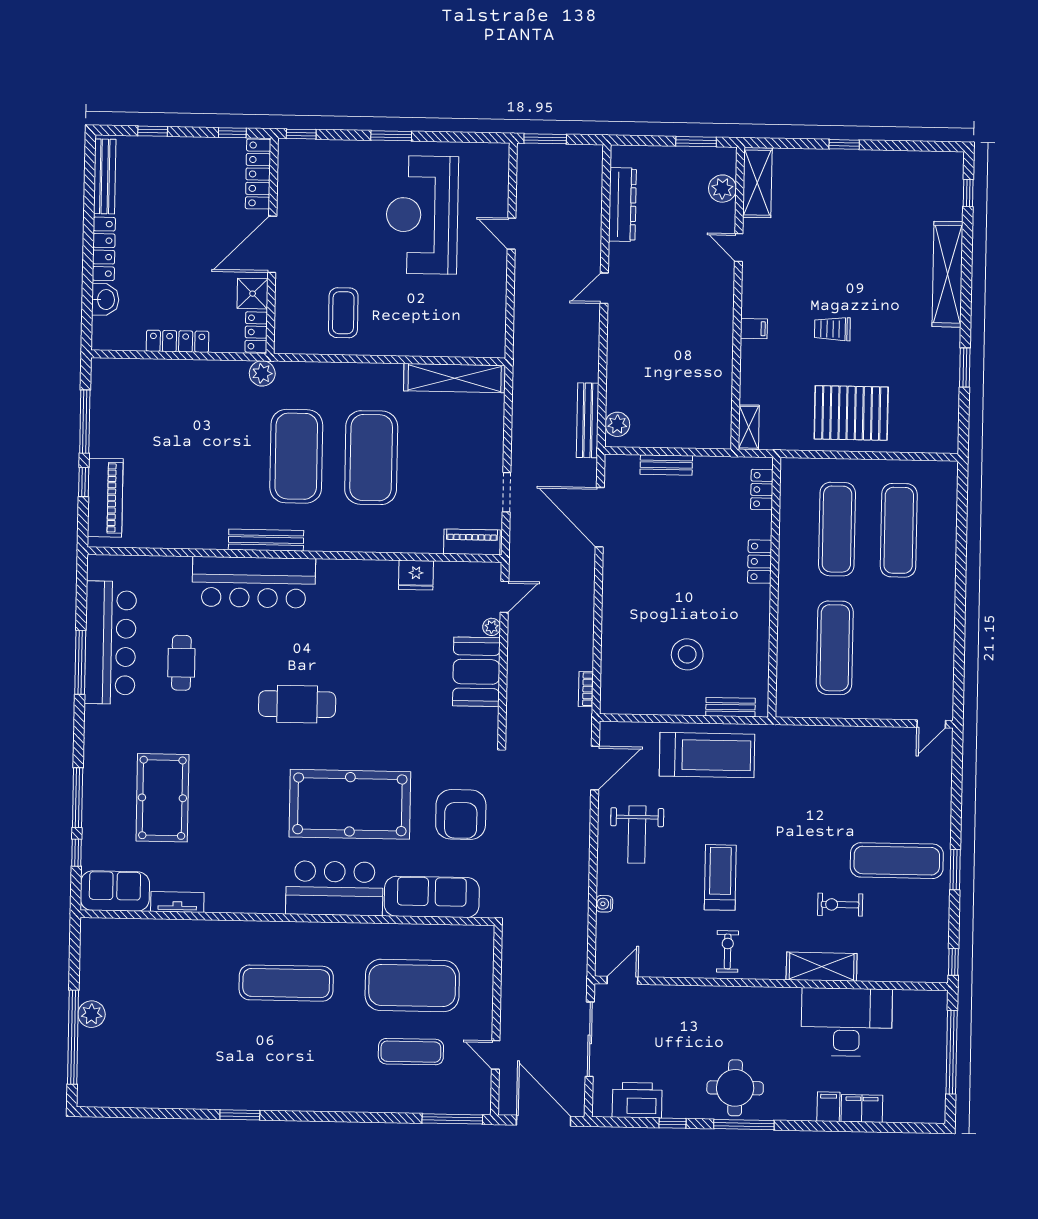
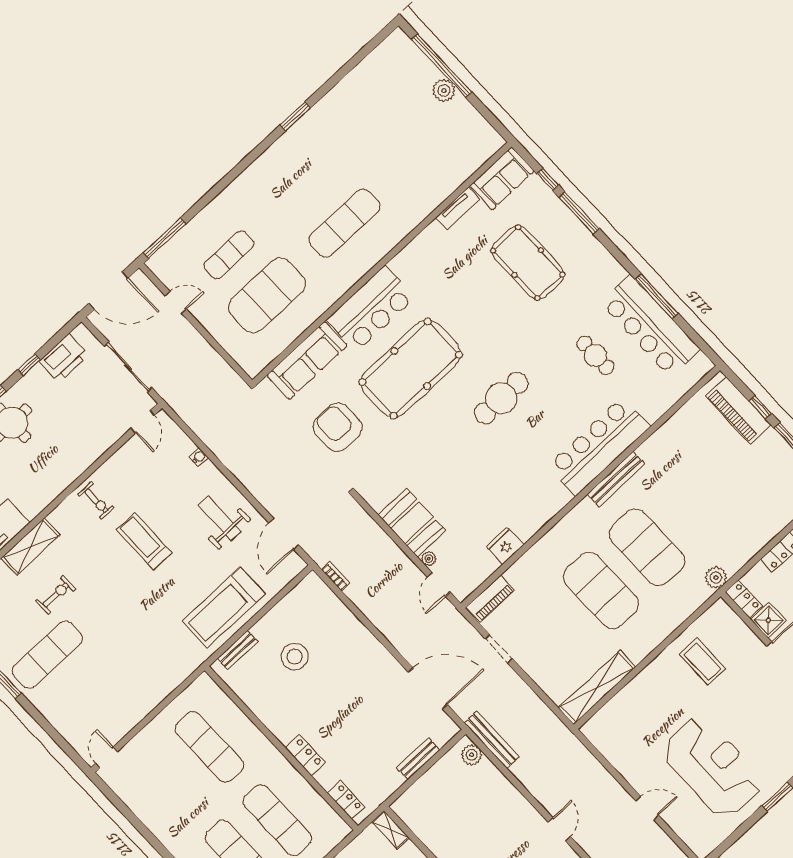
treadmill: (720, 877) -> (144, 541), turned 180

